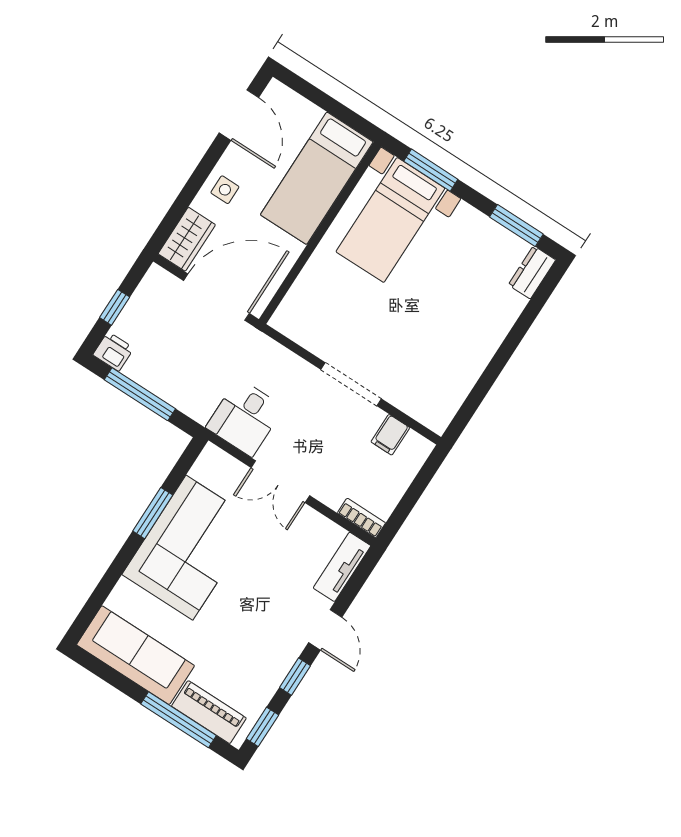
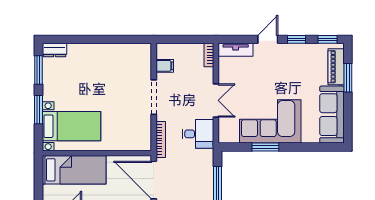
window: (431, 170) -> (38, 110), moved
bookcase: (275, 351) -> (161, 140), added
window: (179, 720) -> (348, 78), width x0.69

